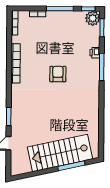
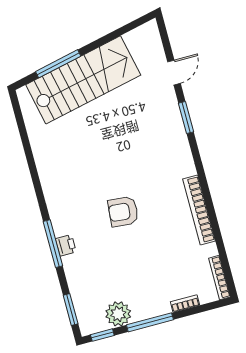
plant: (93, 18) -> (118, 314), moved
printer: (95, 53) -> (66, 245), moved
armchair: (58, 74) -> (123, 212), turned 95

